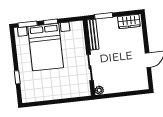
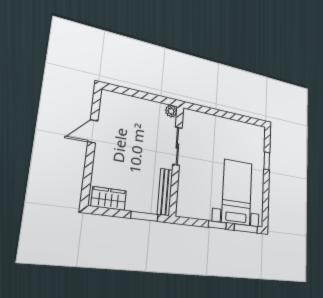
bed with nightstands: (46, 47) -> (237, 192), width x0.73

